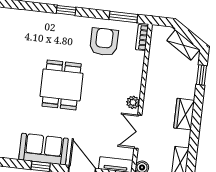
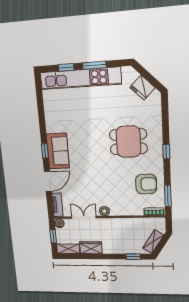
dining table: (62, 85) -> (128, 142), moved
wardrobe: (184, 114) -> (91, 248), moved

